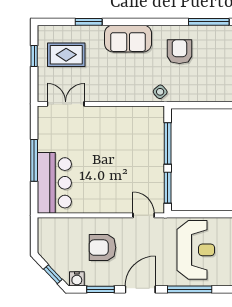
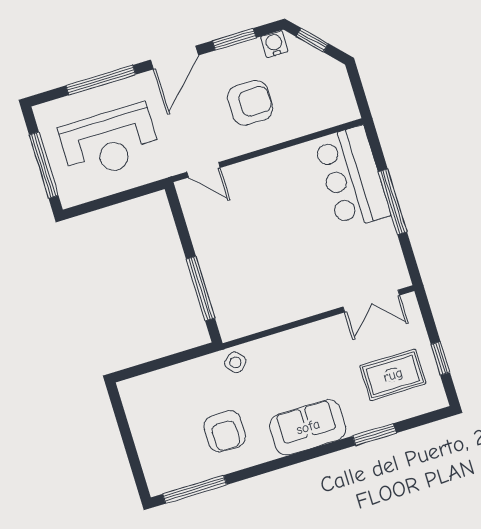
window: (168, 188) -> (180, 222), removed
reception desk: (196, 250) -> (110, 142), turned -90

